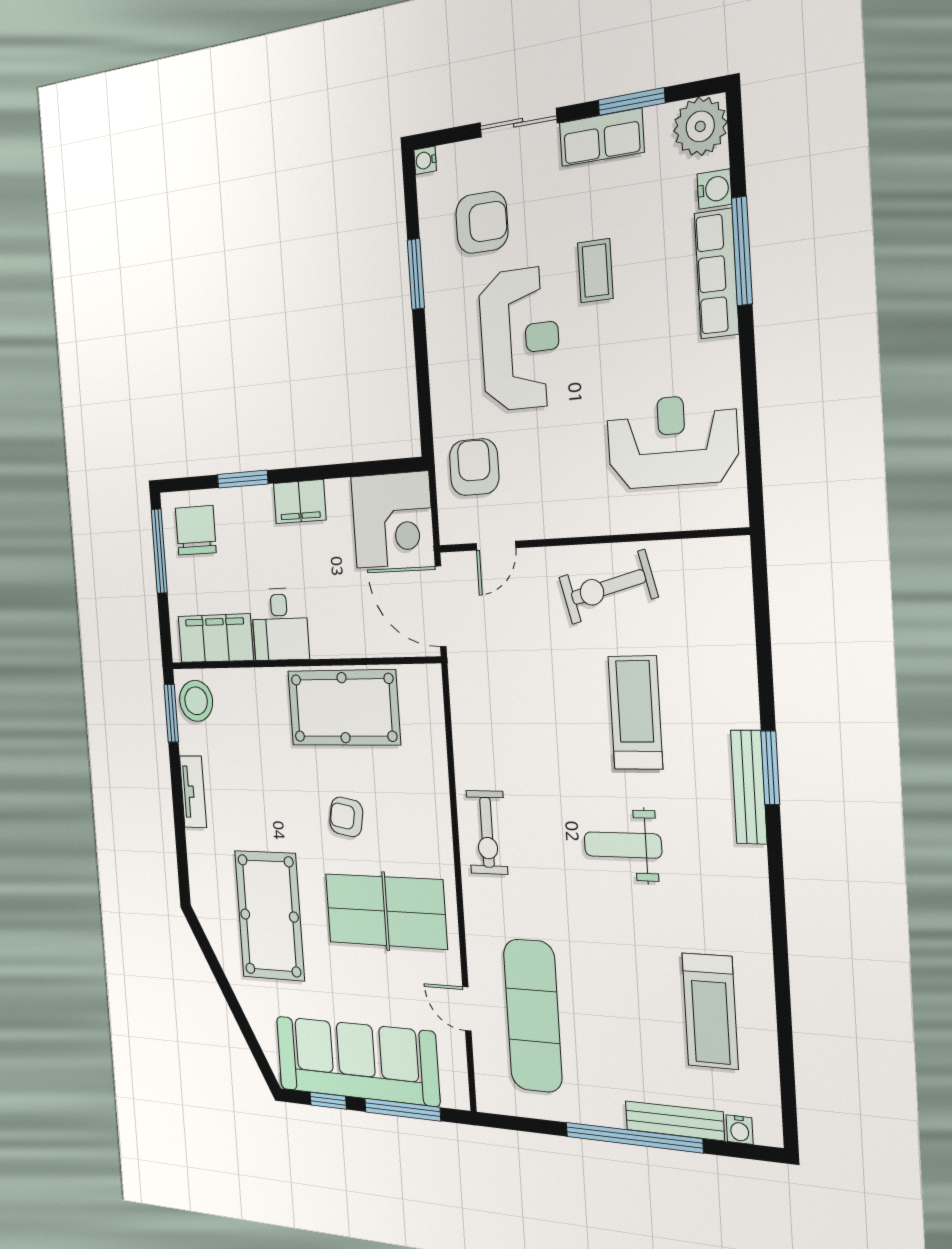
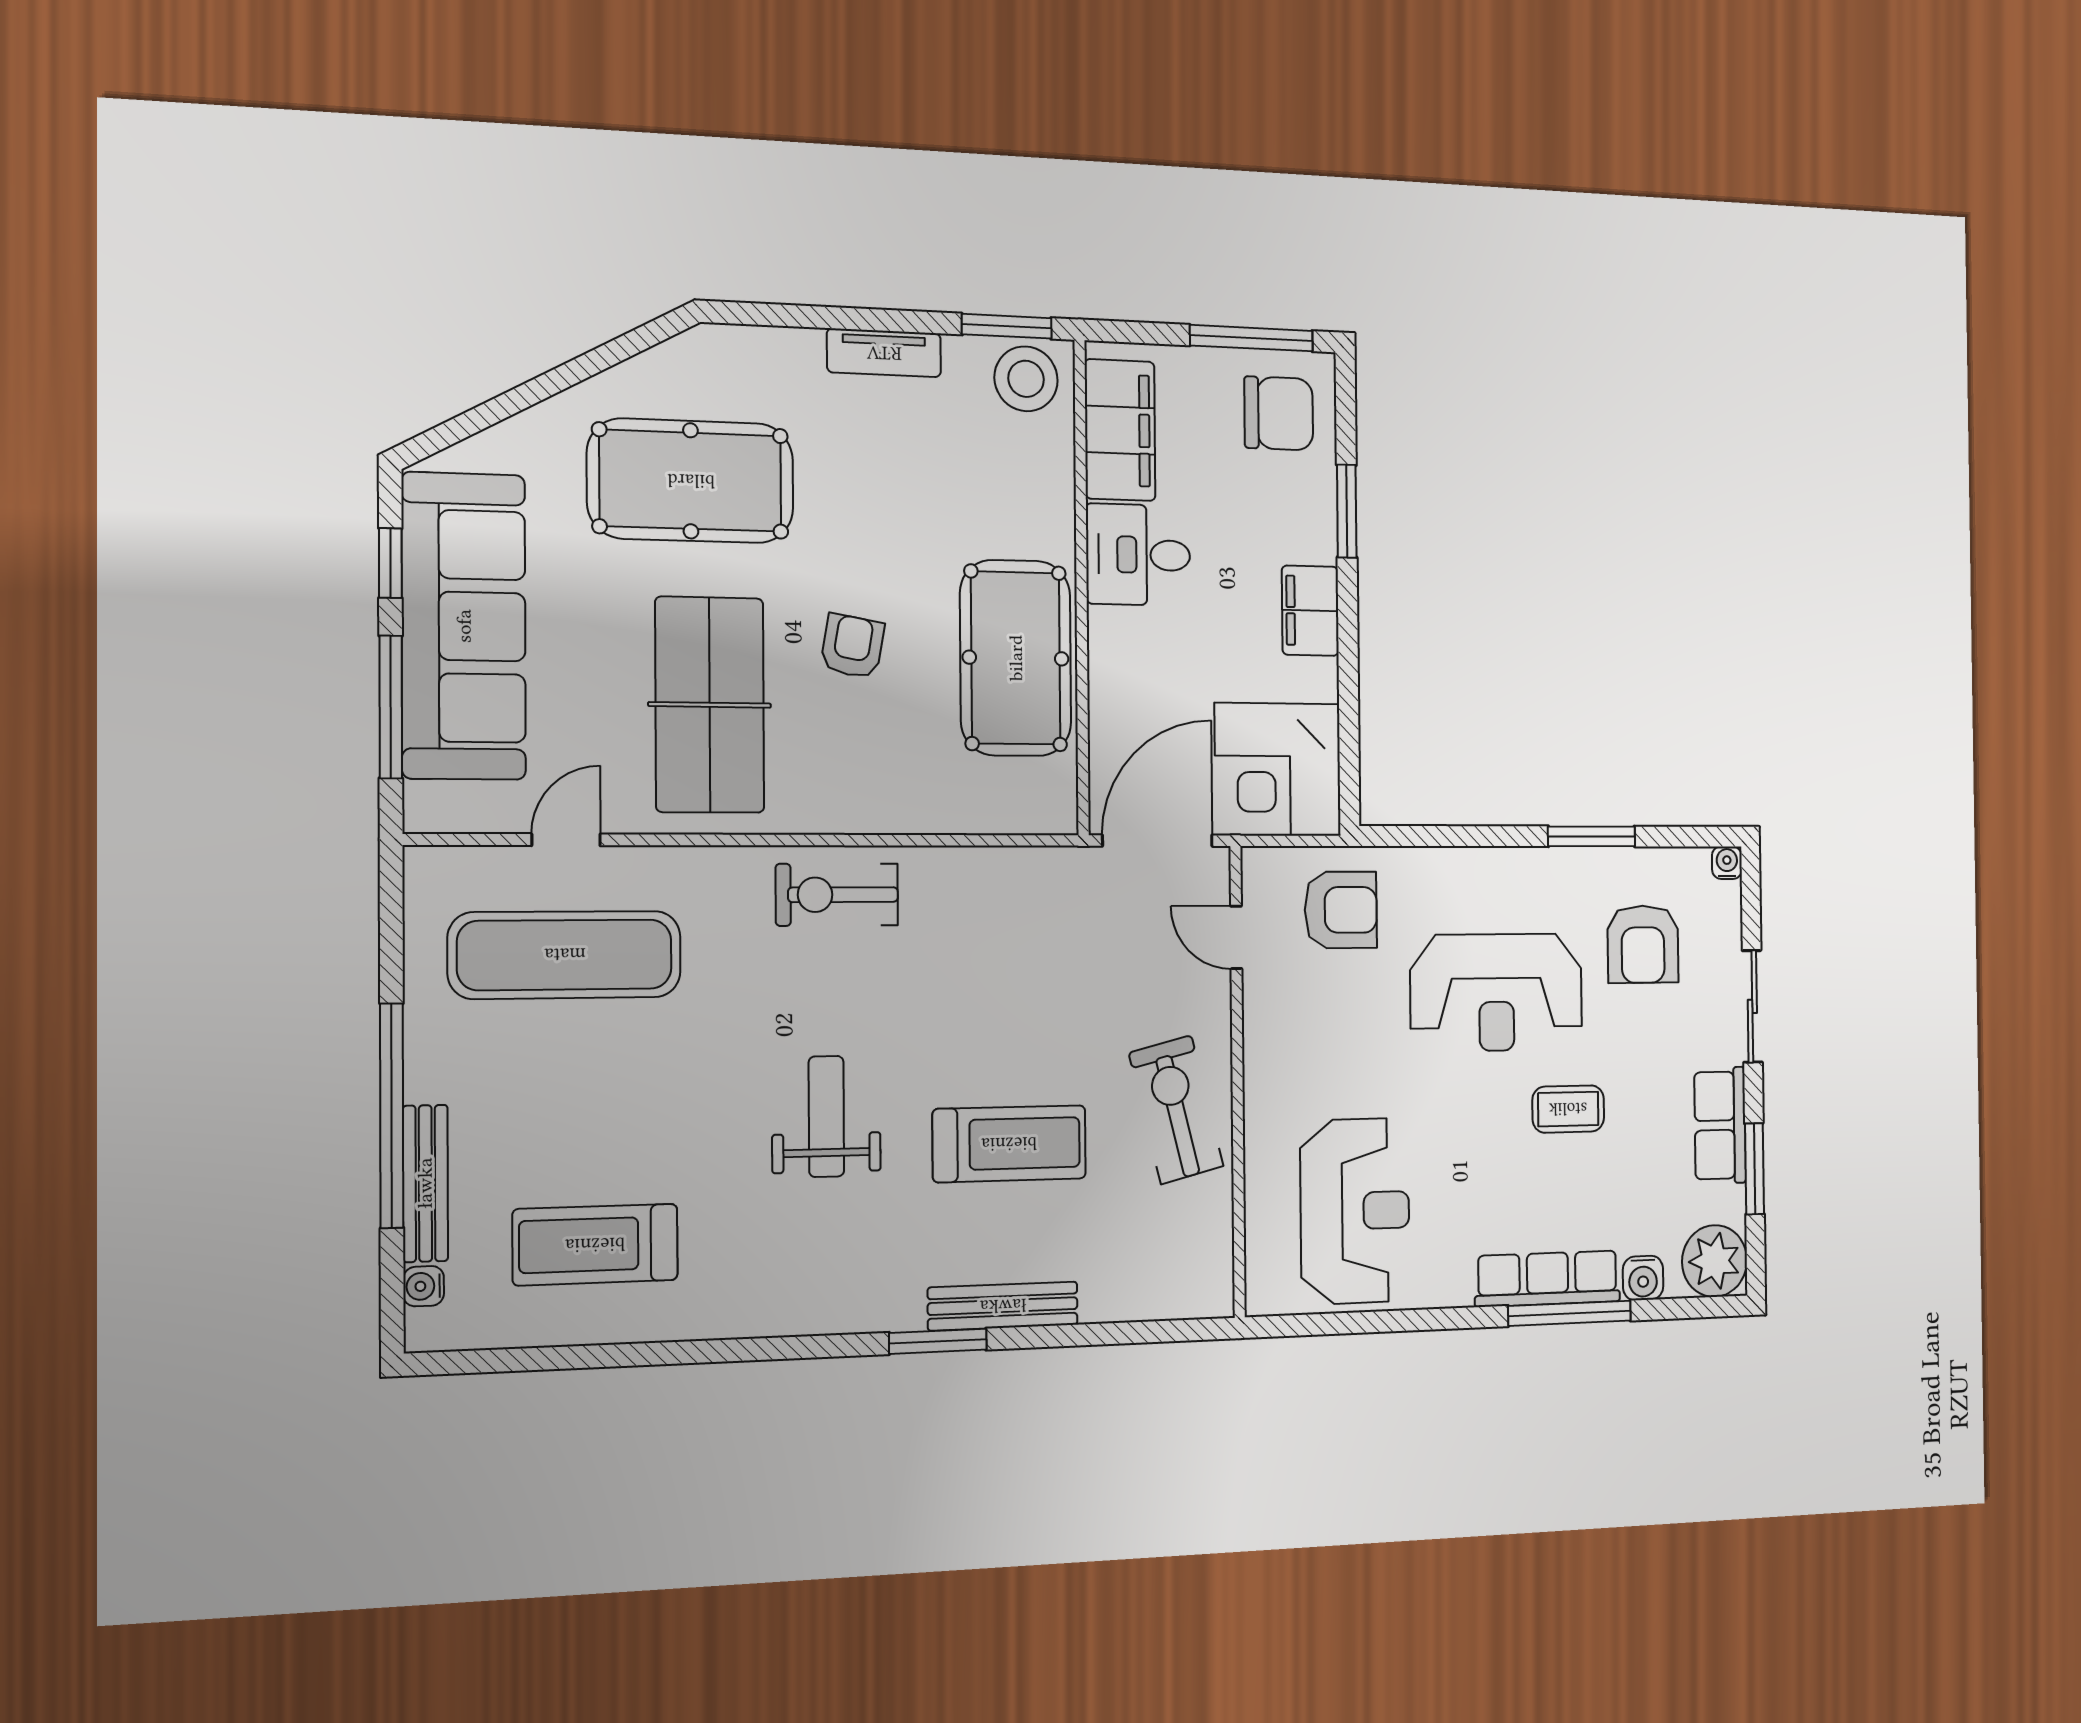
bench: (749, 787) -> (1003, 1306), moved

